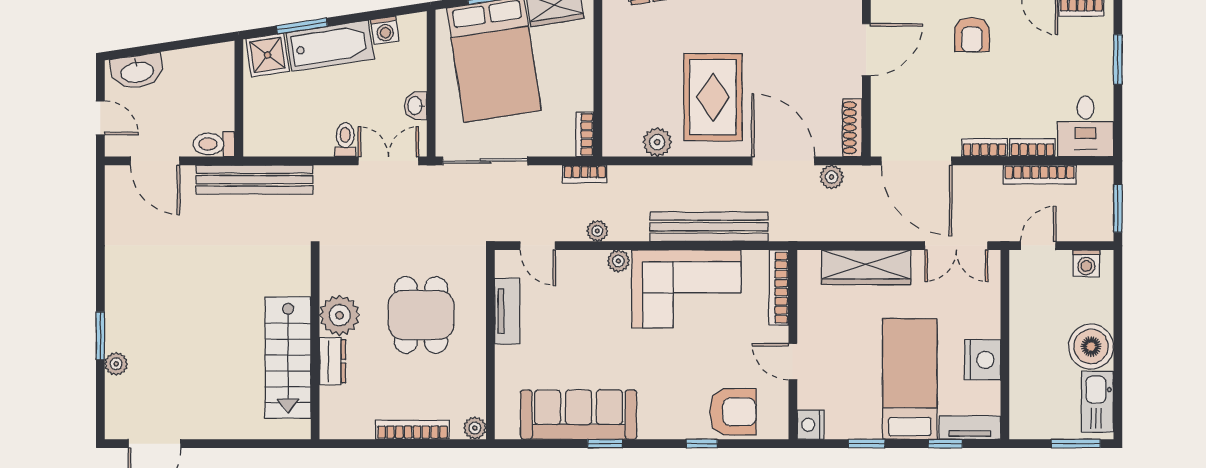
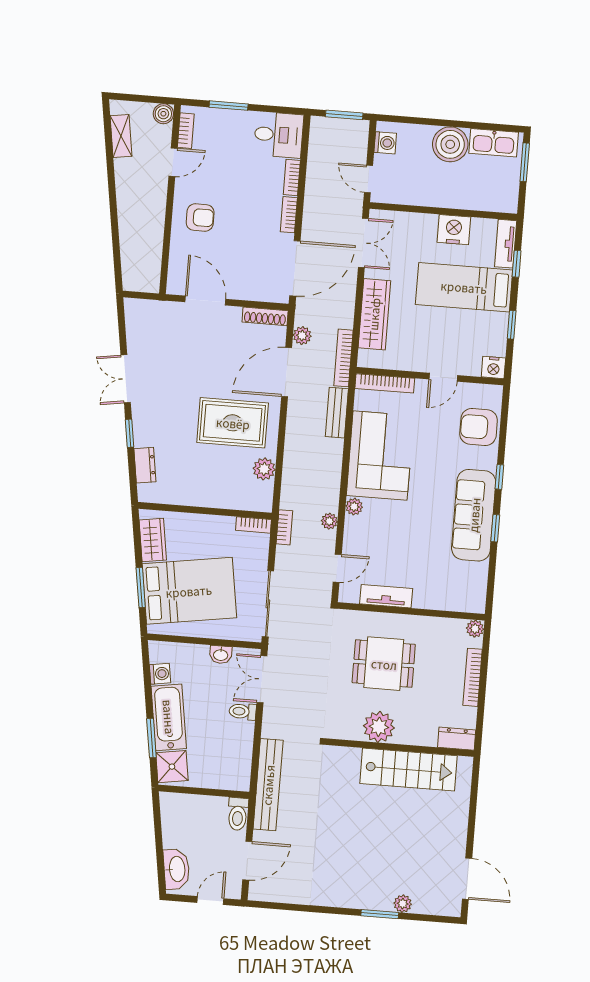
bookcase: (1040, 175) -> (343, 358), moved, turned 180
bench: (709, 227) -> (337, 413), width x0.54, depth x0.82
dresser: (333, 361) -> (457, 739), moved
armchair: (733, 412) -> (479, 427), turned -90
sofa: (579, 415) -> (474, 515), moved
window: (702, 444) -> (499, 477), moved

